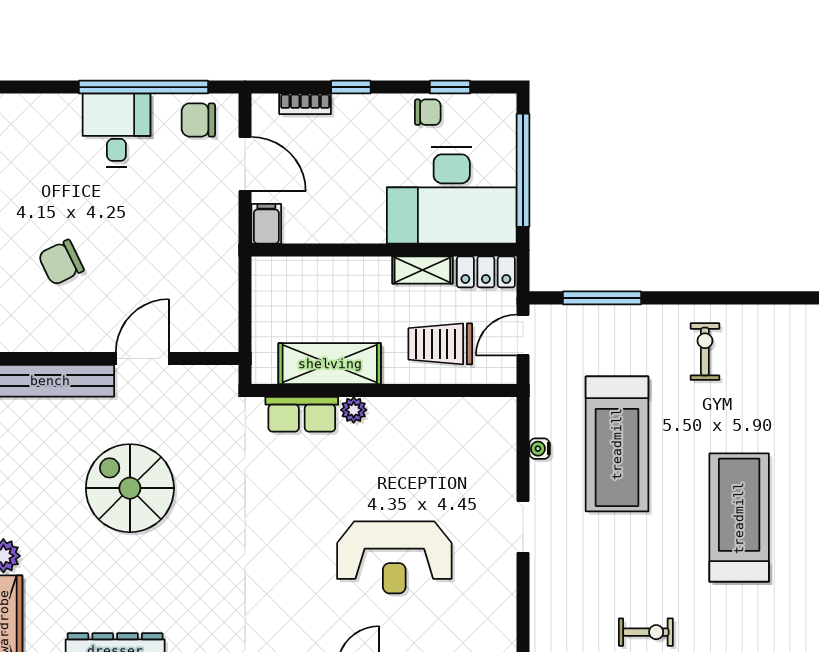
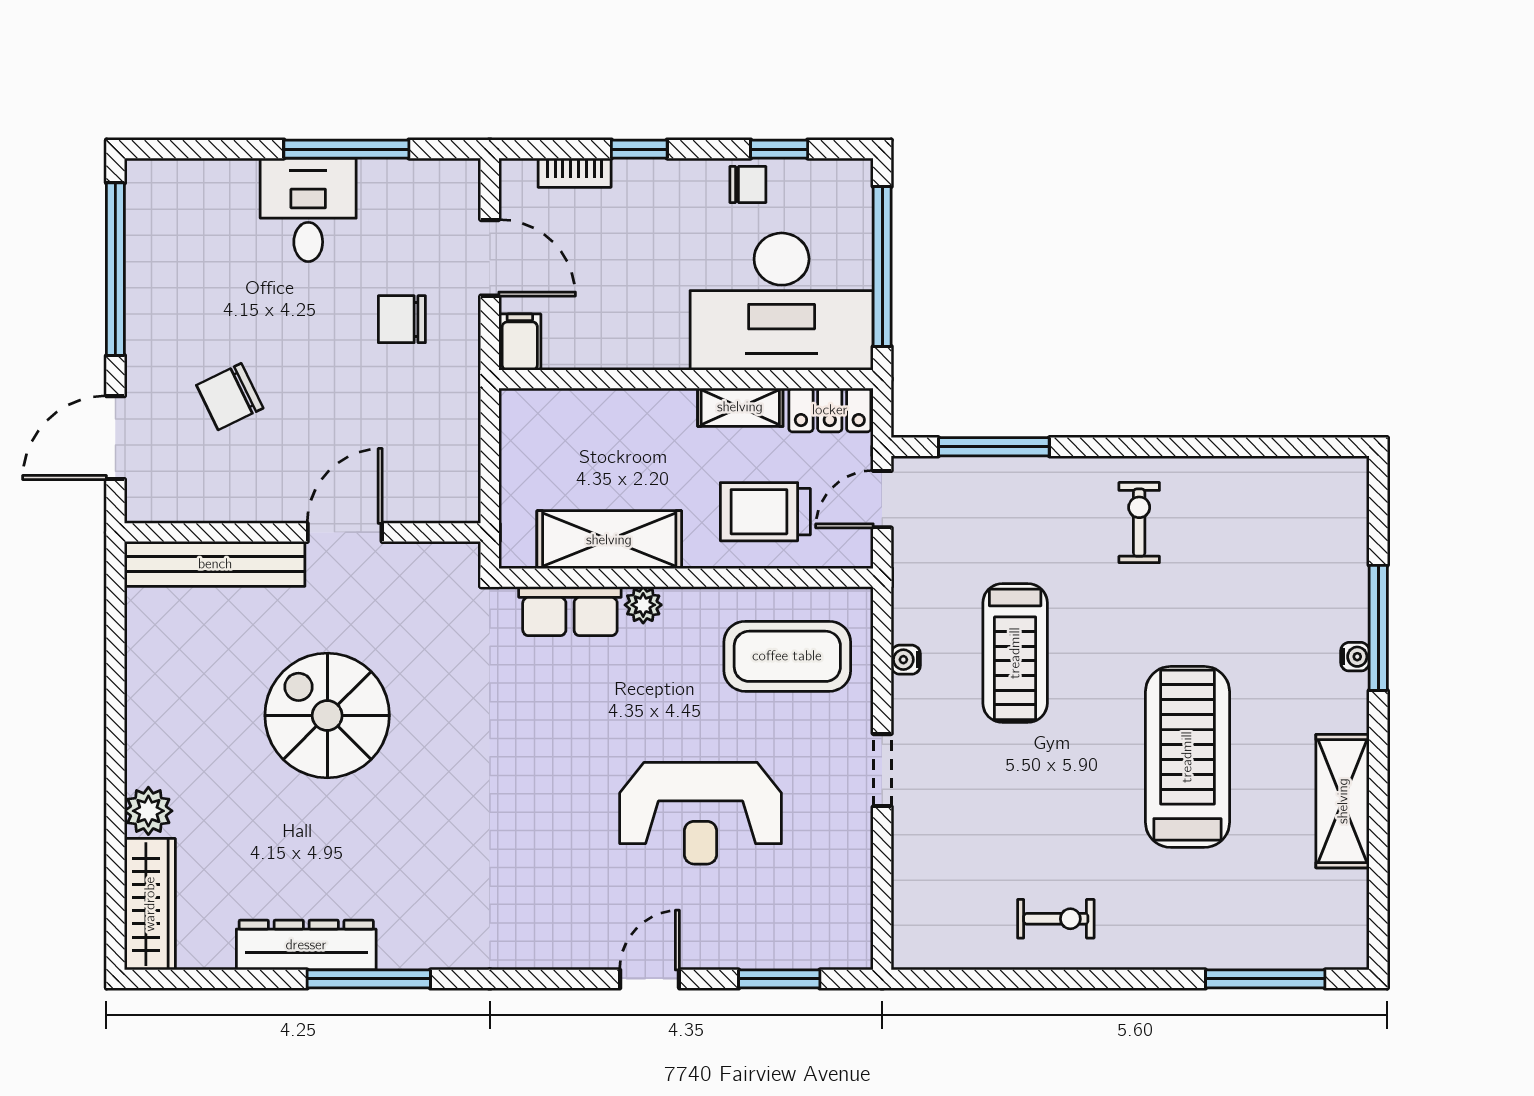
window: (144, 87) -> (346, 149), width x0.68
chair: (198, 120) -> (402, 319), moved
treadmill: (617, 444) -> (1015, 653), width x0.73, depth x0.73
coffee table: (456, 446) -> (787, 656), added

